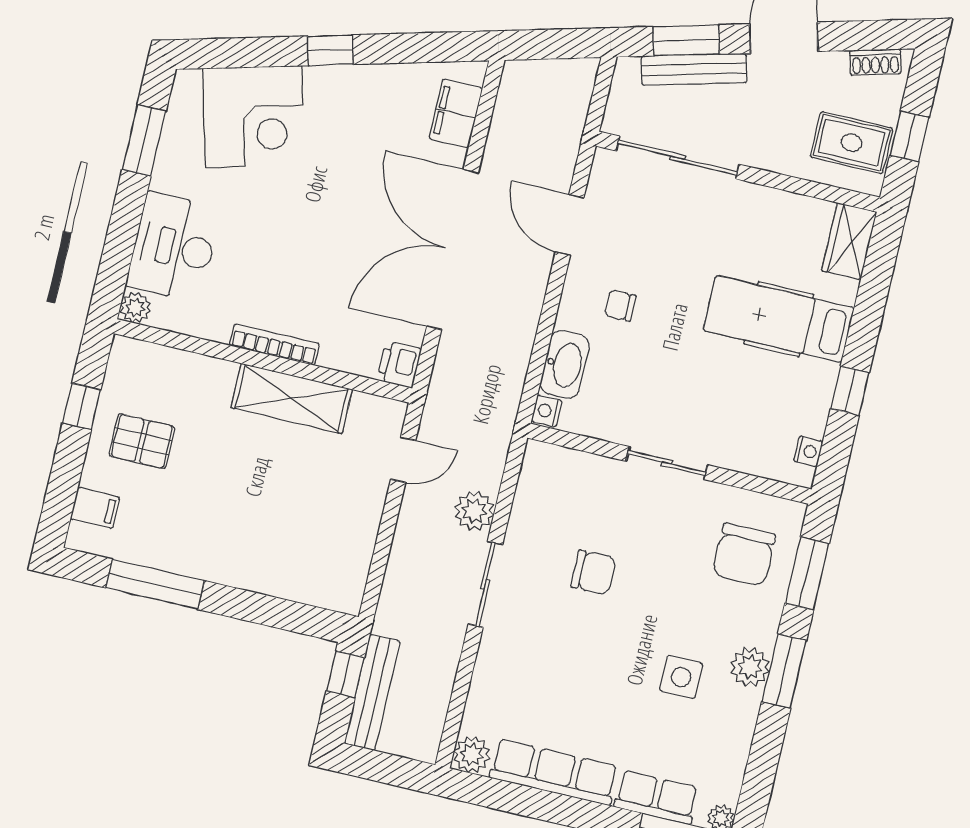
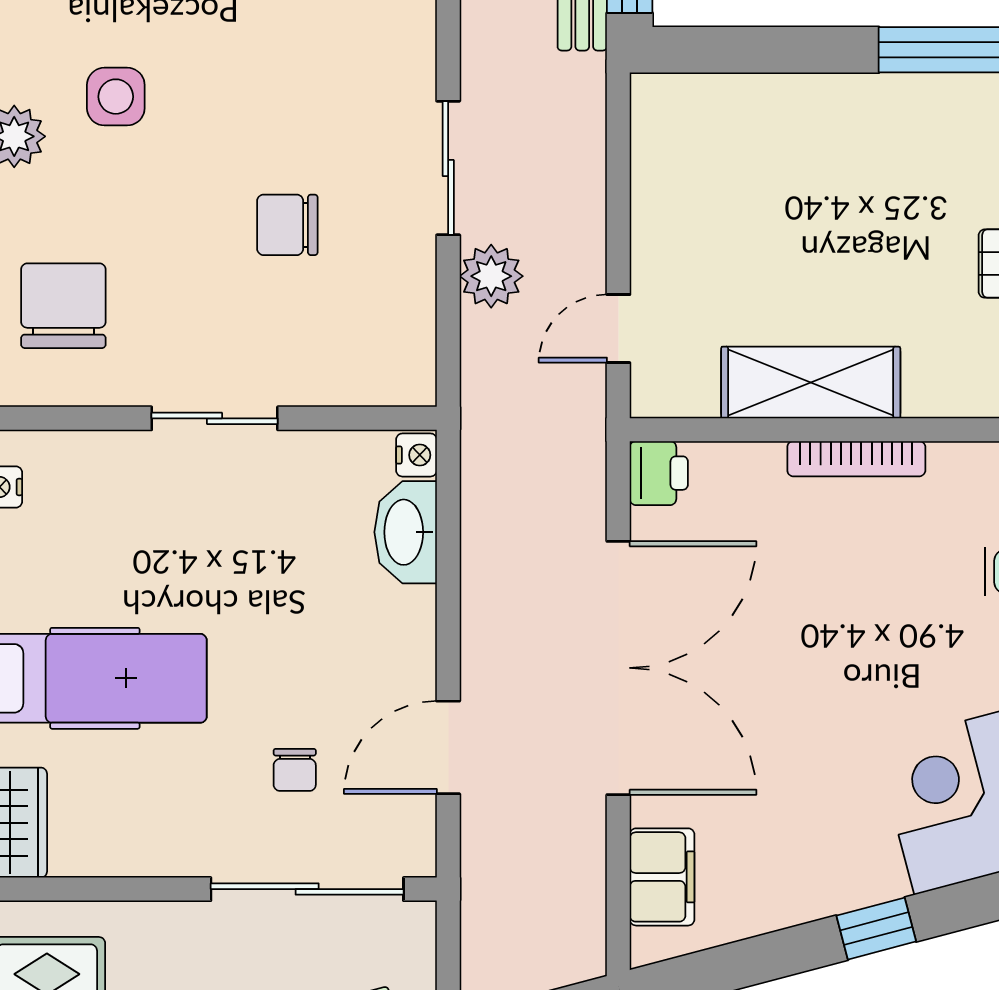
door: (570, 225) -> (448, 747), swing flipped
chair: (620, 305) -> (295, 770), moved, turned 90

